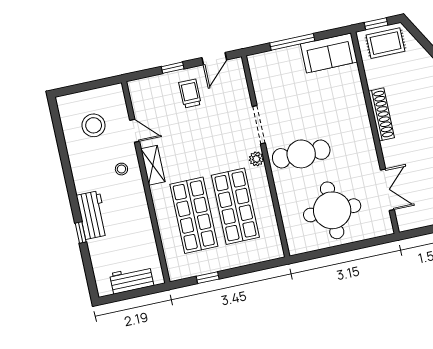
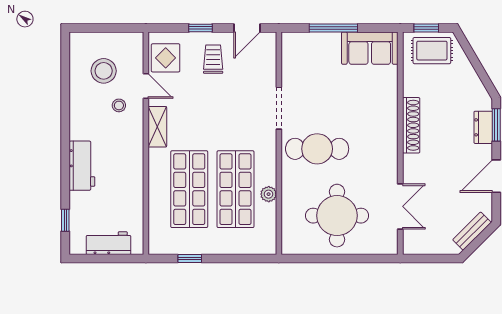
display table: (147, 102) -> (166, 58), added
plant: (256, 159) -> (269, 194), moved
stool: (121, 169) -> (119, 105), moved
window: (81, 233) -> (65, 220), moved

